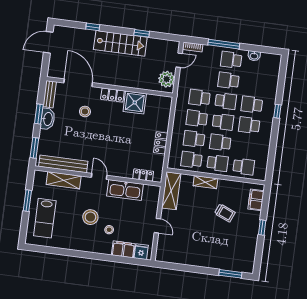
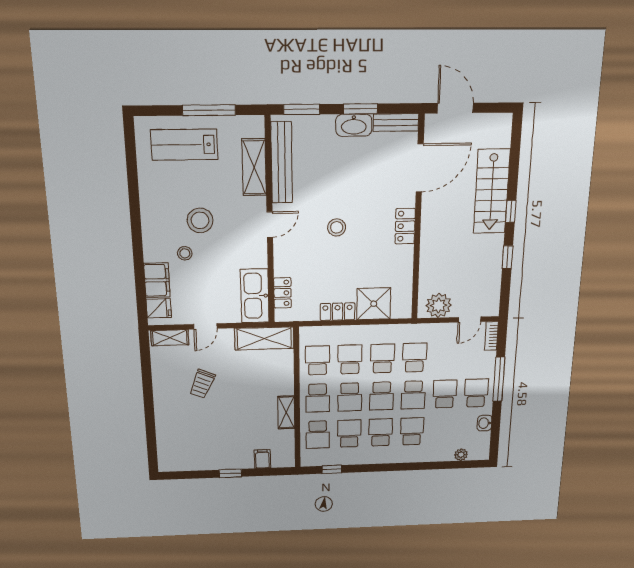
window: (93, 27) -> (511, 211), moved
door: (48, 42) -> (455, 108), moved
stairs: (120, 43) -> (492, 191), moved
door: (179, 60) -> (470, 319), hinge flipped
plant: (275, 73) -> (461, 455), added
shower: (135, 103) -> (374, 304), moved
stool: (85, 111) -> (337, 227), moved
window: (277, 111) -> (332, 469), moved
school desk: (220, 142) -> (350, 397), turned 180
school desk: (246, 146) -> (349, 434), added
shelving: (205, 182) -> (286, 412), moved
kitchen sink: (125, 190) -> (255, 296), moved
filing cabinet: (256, 200) -> (262, 459), width x0.50
window: (27, 201) -> (209, 110), width x1.44
trolley: (225, 213) -> (202, 384), moved
shelving: (161, 249) -> (170, 338), added
window: (230, 274) -> (151, 442), removed

